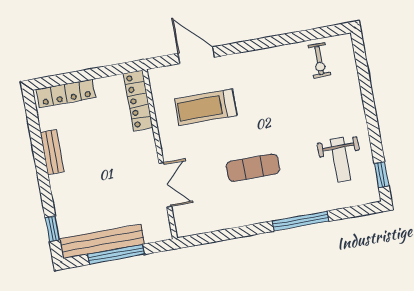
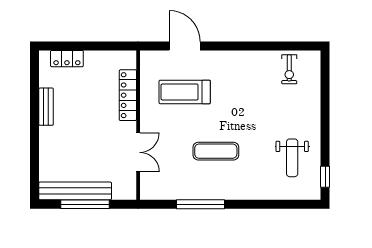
locker: (66, 93) -> (67, 59), width x0.66
locker: (138, 101) -> (128, 95), moved
window: (301, 221) -> (200, 204), moved
window: (52, 229) -> (35, 173), removed

